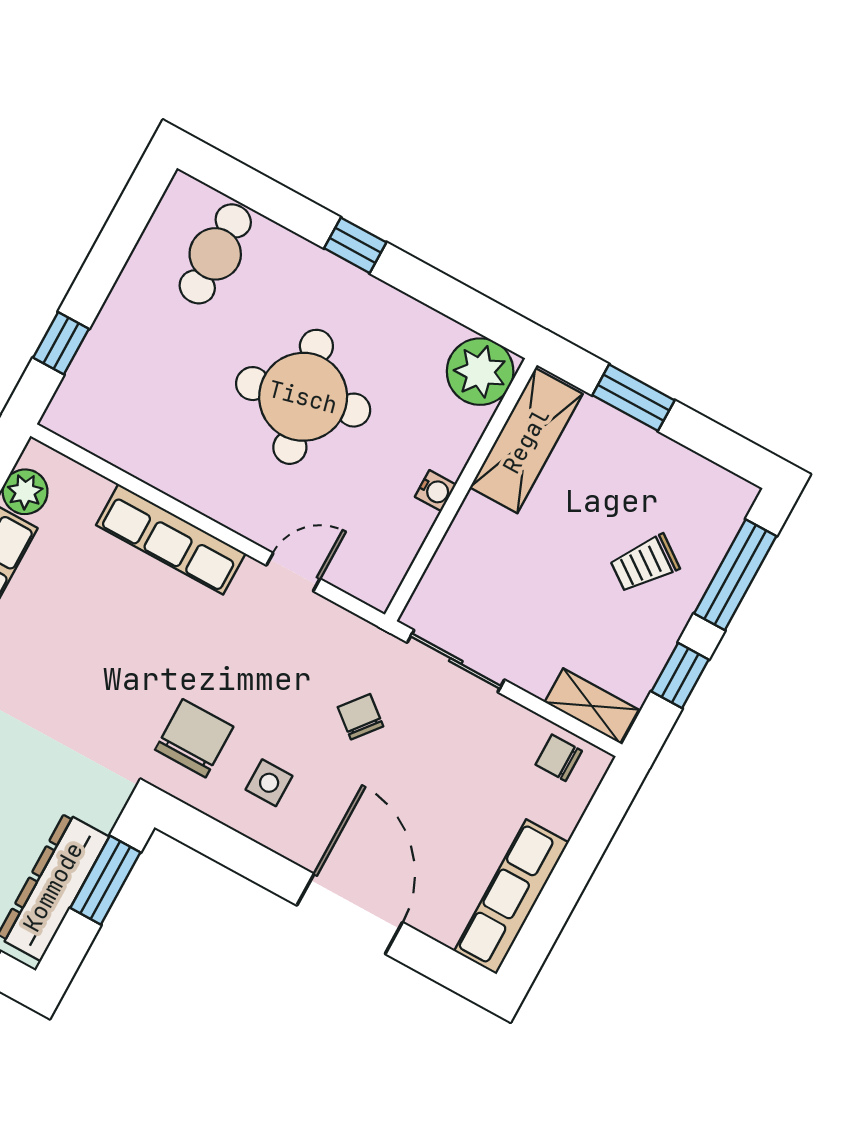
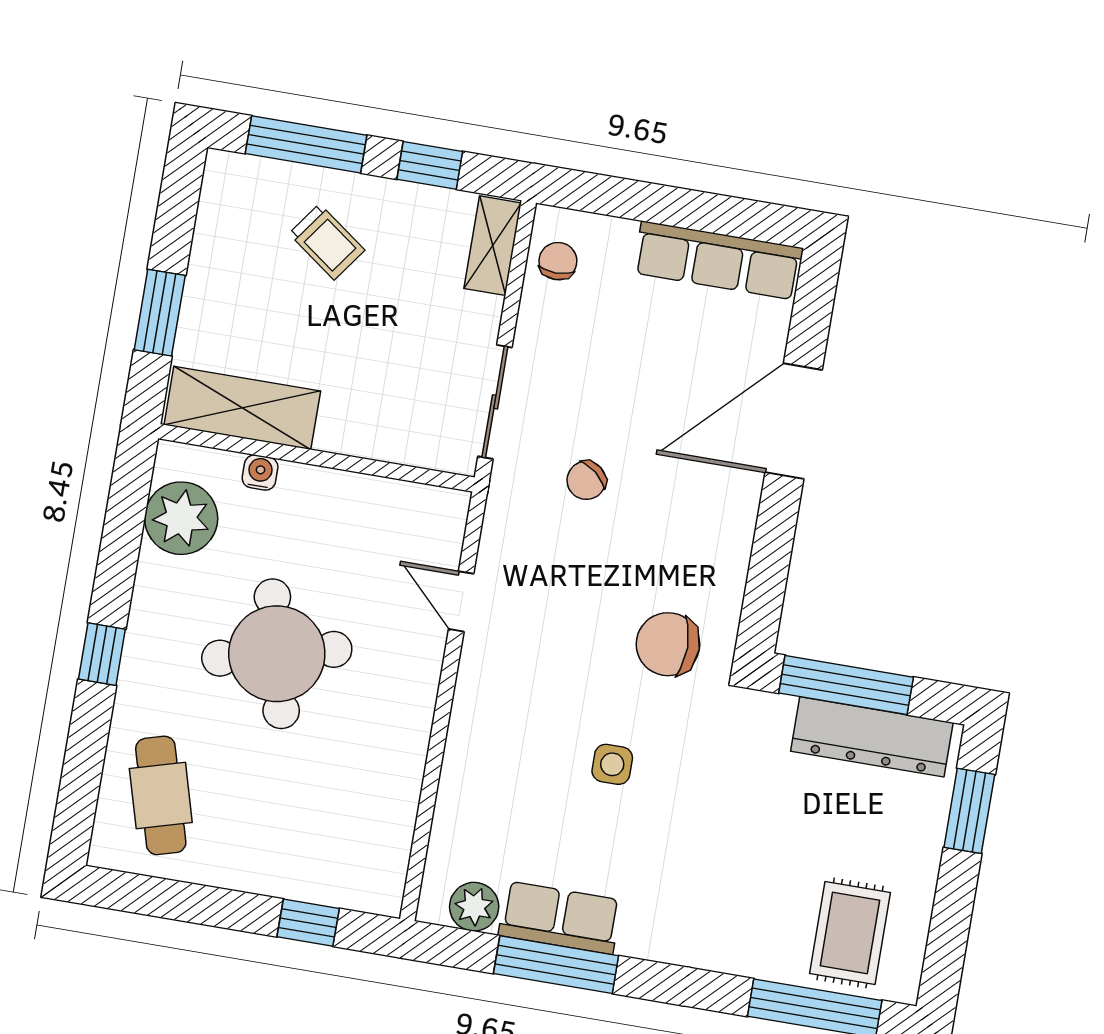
cafe table: (215, 254) -> (161, 795), turned 74
plant: (480, 372) -> (181, 518), moved
water cooler: (435, 491) -> (260, 472), moved
row of seats: (171, 539) -> (471, 739), removed
chair: (559, 758) -> (558, 261), turned 180
side table: (269, 783) -> (612, 764), moved
window: (105, 880) -> (846, 685), width x1.44

